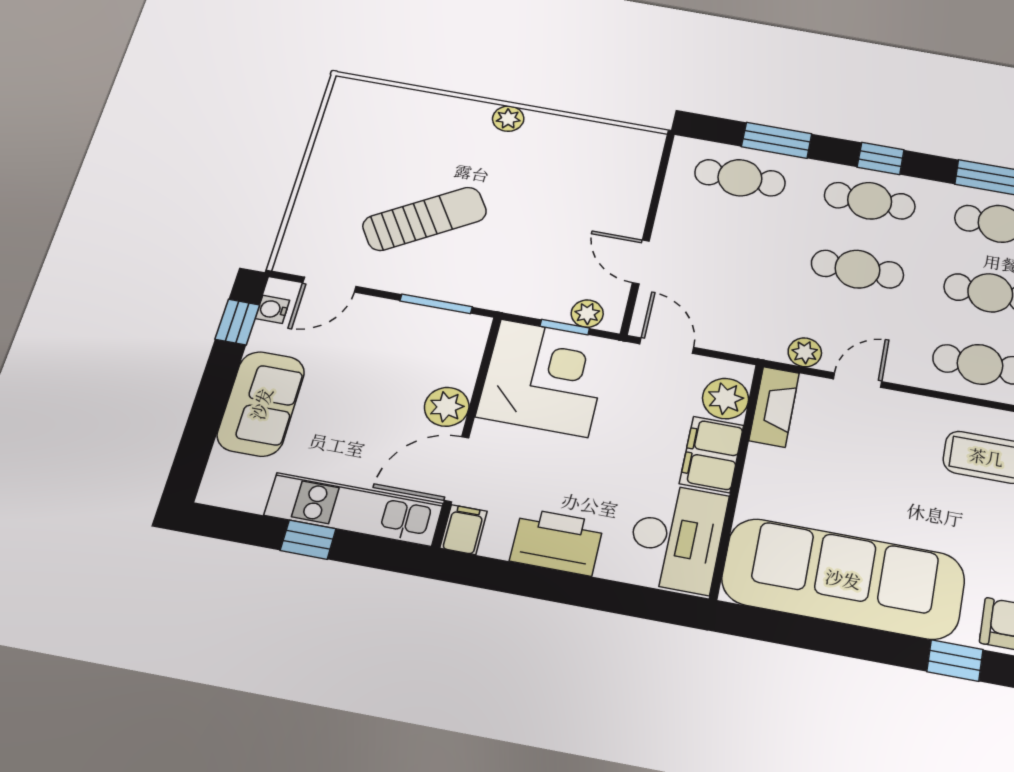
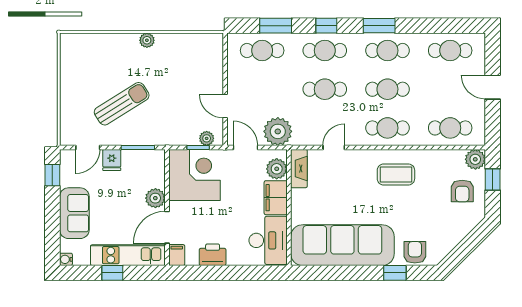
water cooler: (272, 309) -> (66, 259), moved
fridge: (373, 317) -> (112, 160), added
plant: (805, 352) -> (278, 131), moved, width x1.88, depth x1.88
printer: (557, 542) -> (213, 255), width x0.73, depth x0.84

